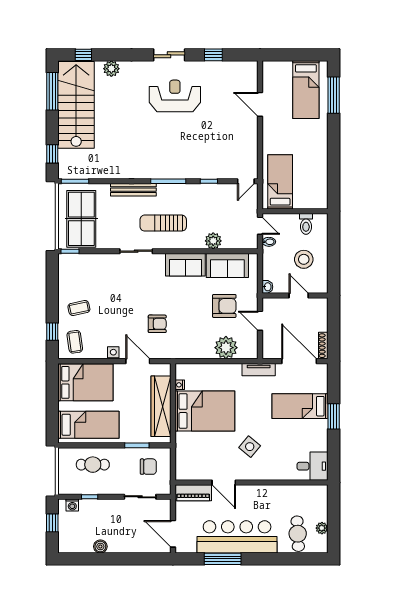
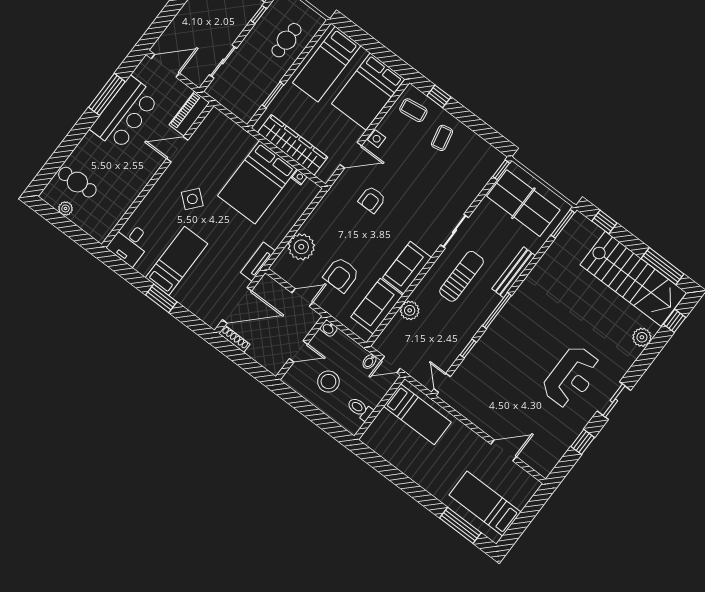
bed: (300, 406) -> (177, 261), moved
chair: (148, 467) -> (245, 90), removed
bar counter: (237, 537) -> (125, 113), width x0.73

